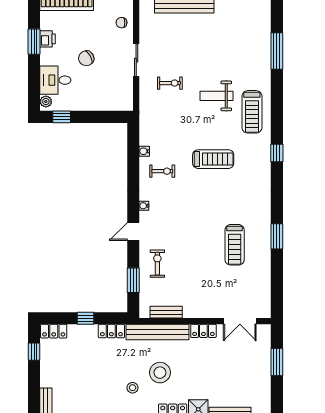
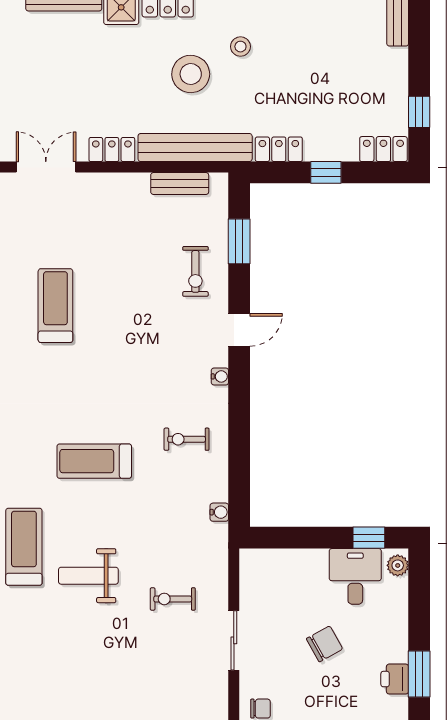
desk: (55, 80) -> (355, 576), moved, turned -90
weight bench: (216, 96) -> (88, 576), turned 180
water cooler: (144, 151) -> (219, 512), moved

